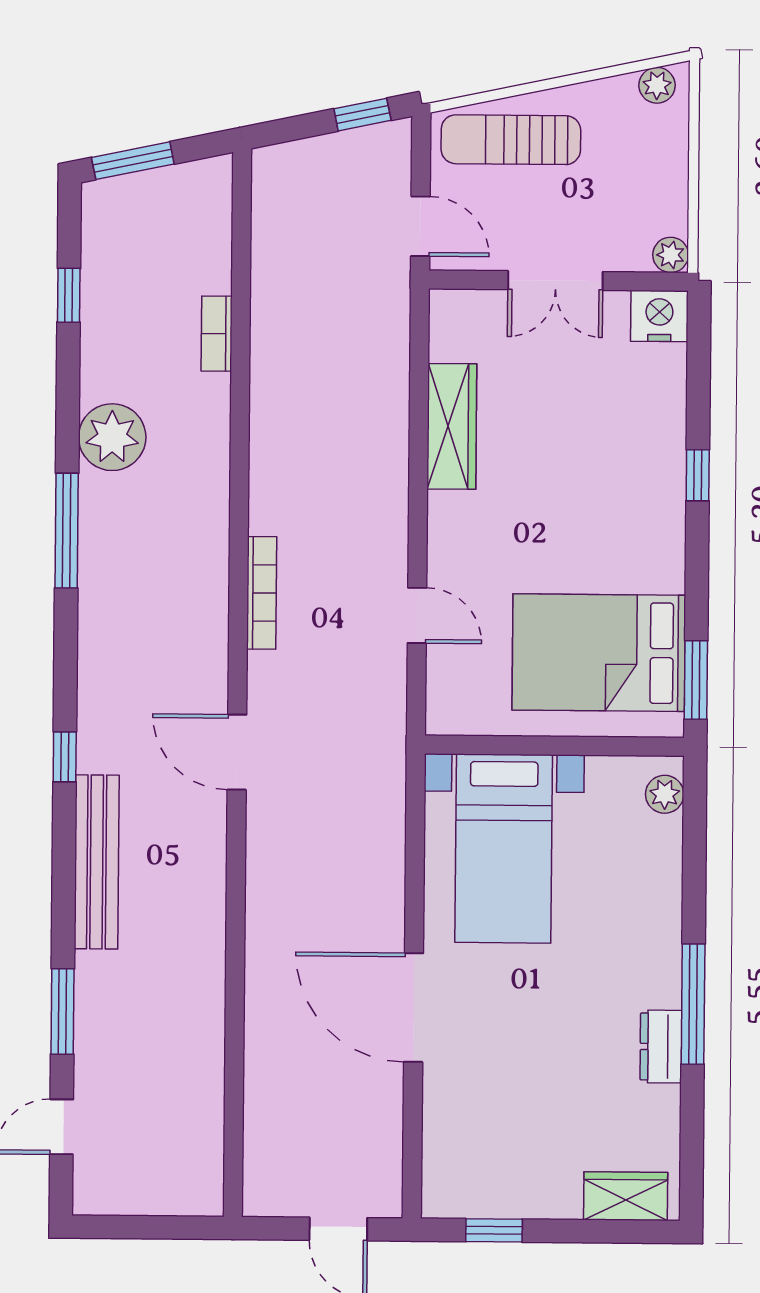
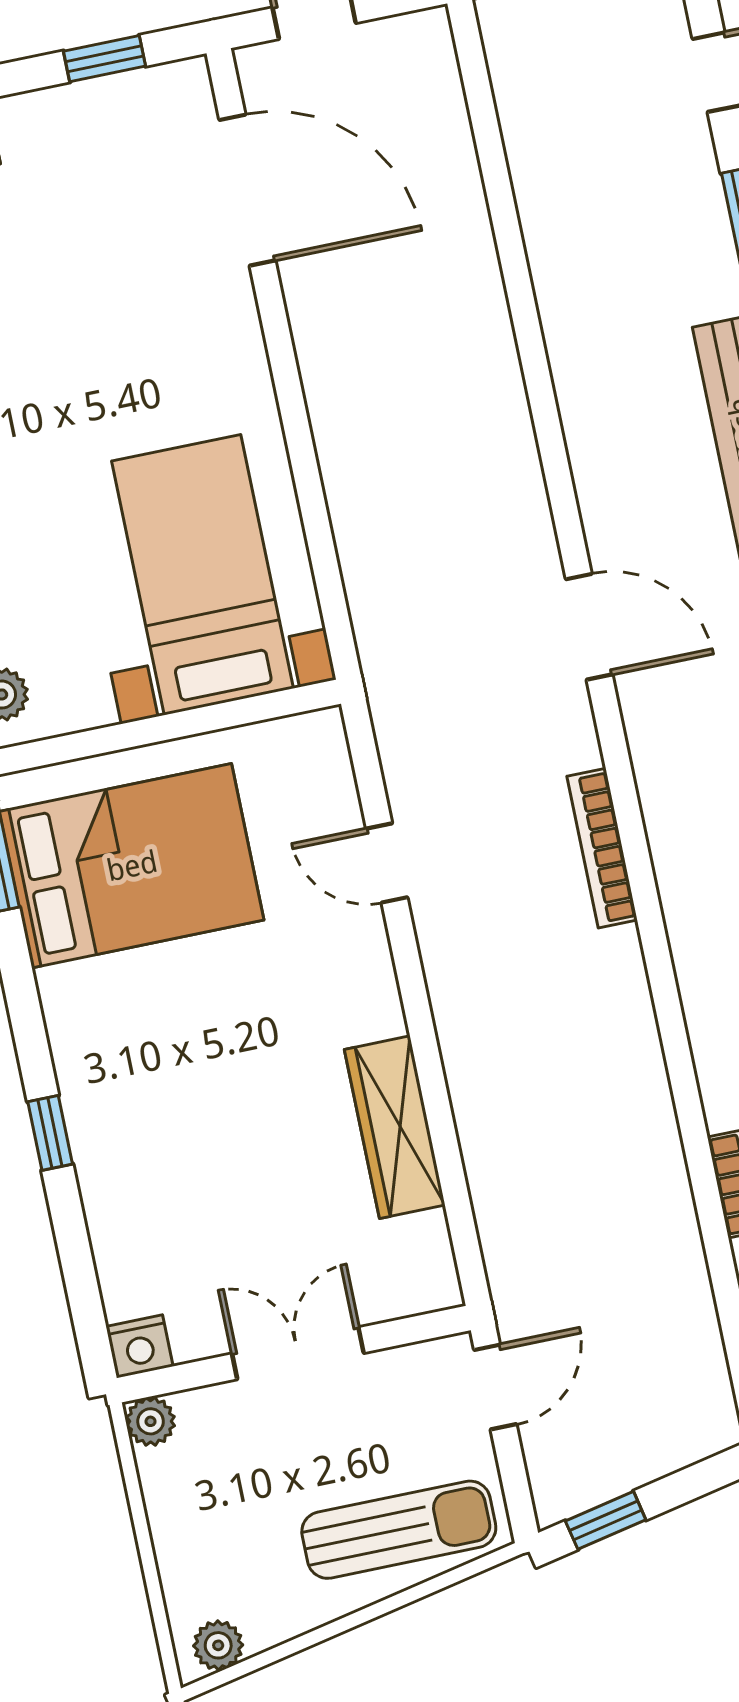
door: (420, 226) -> (495, 1387), swing flipped
nightstand: (659, 316) -> (139, 1346), width x0.74, depth x0.75
door: (414, 1008) -> (247, 190), moved

